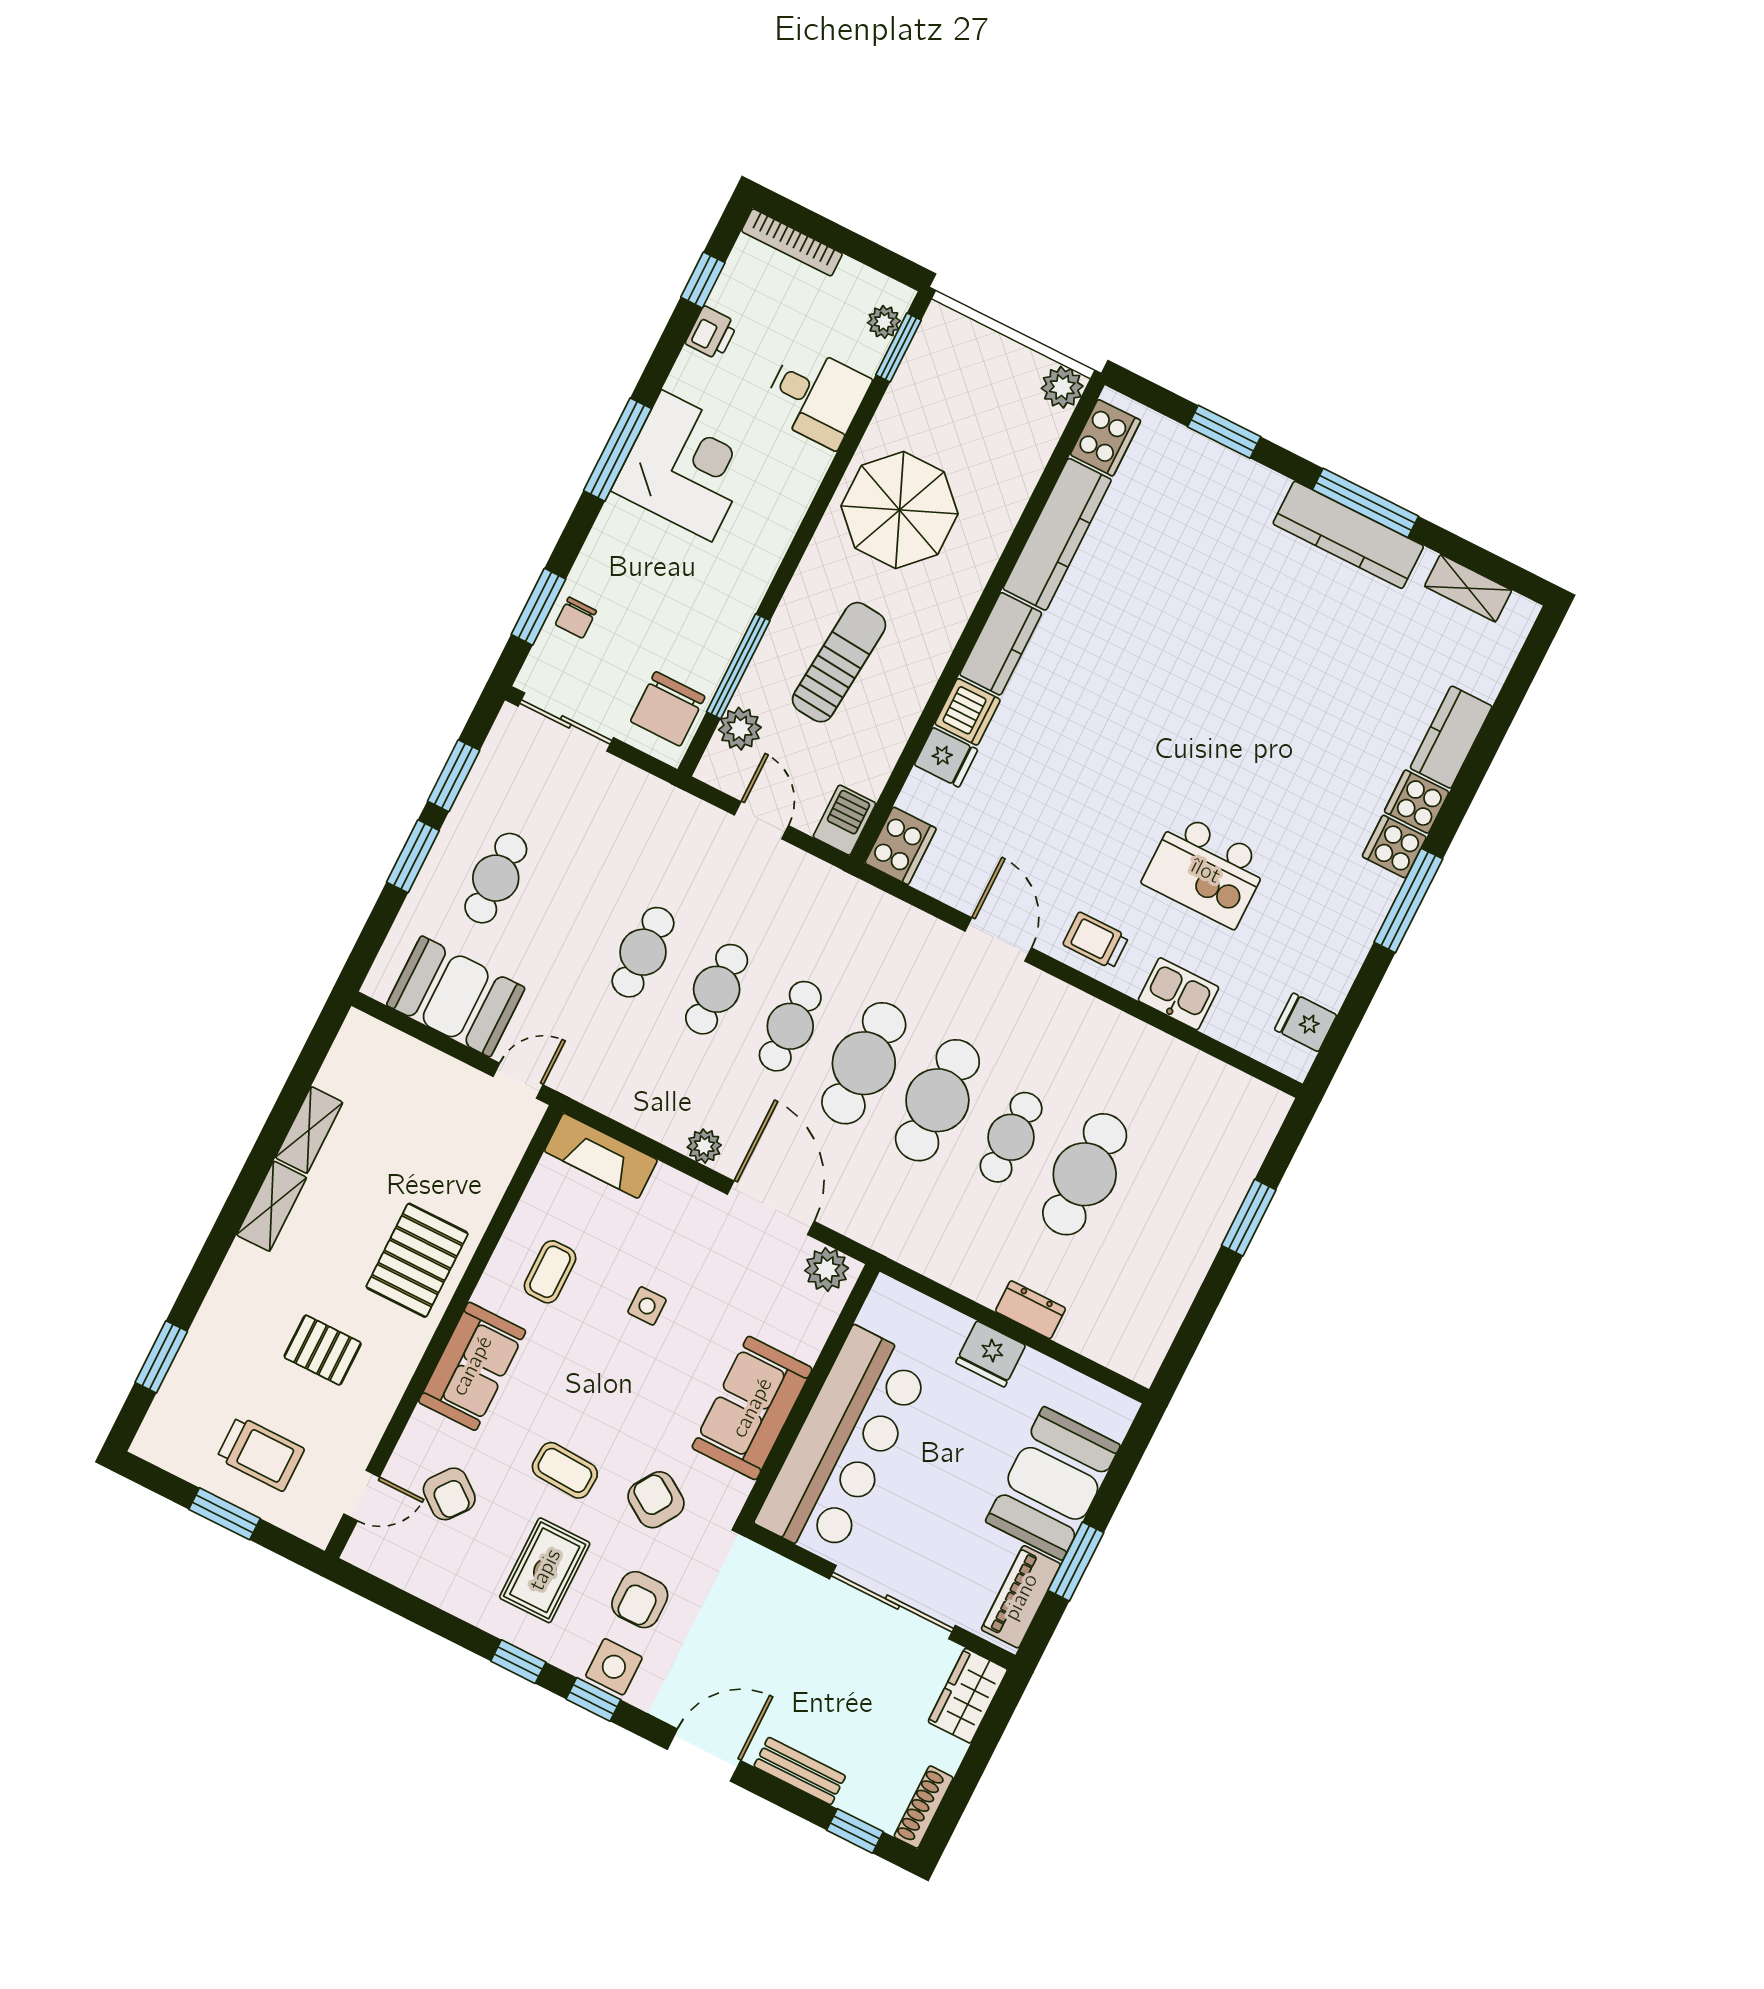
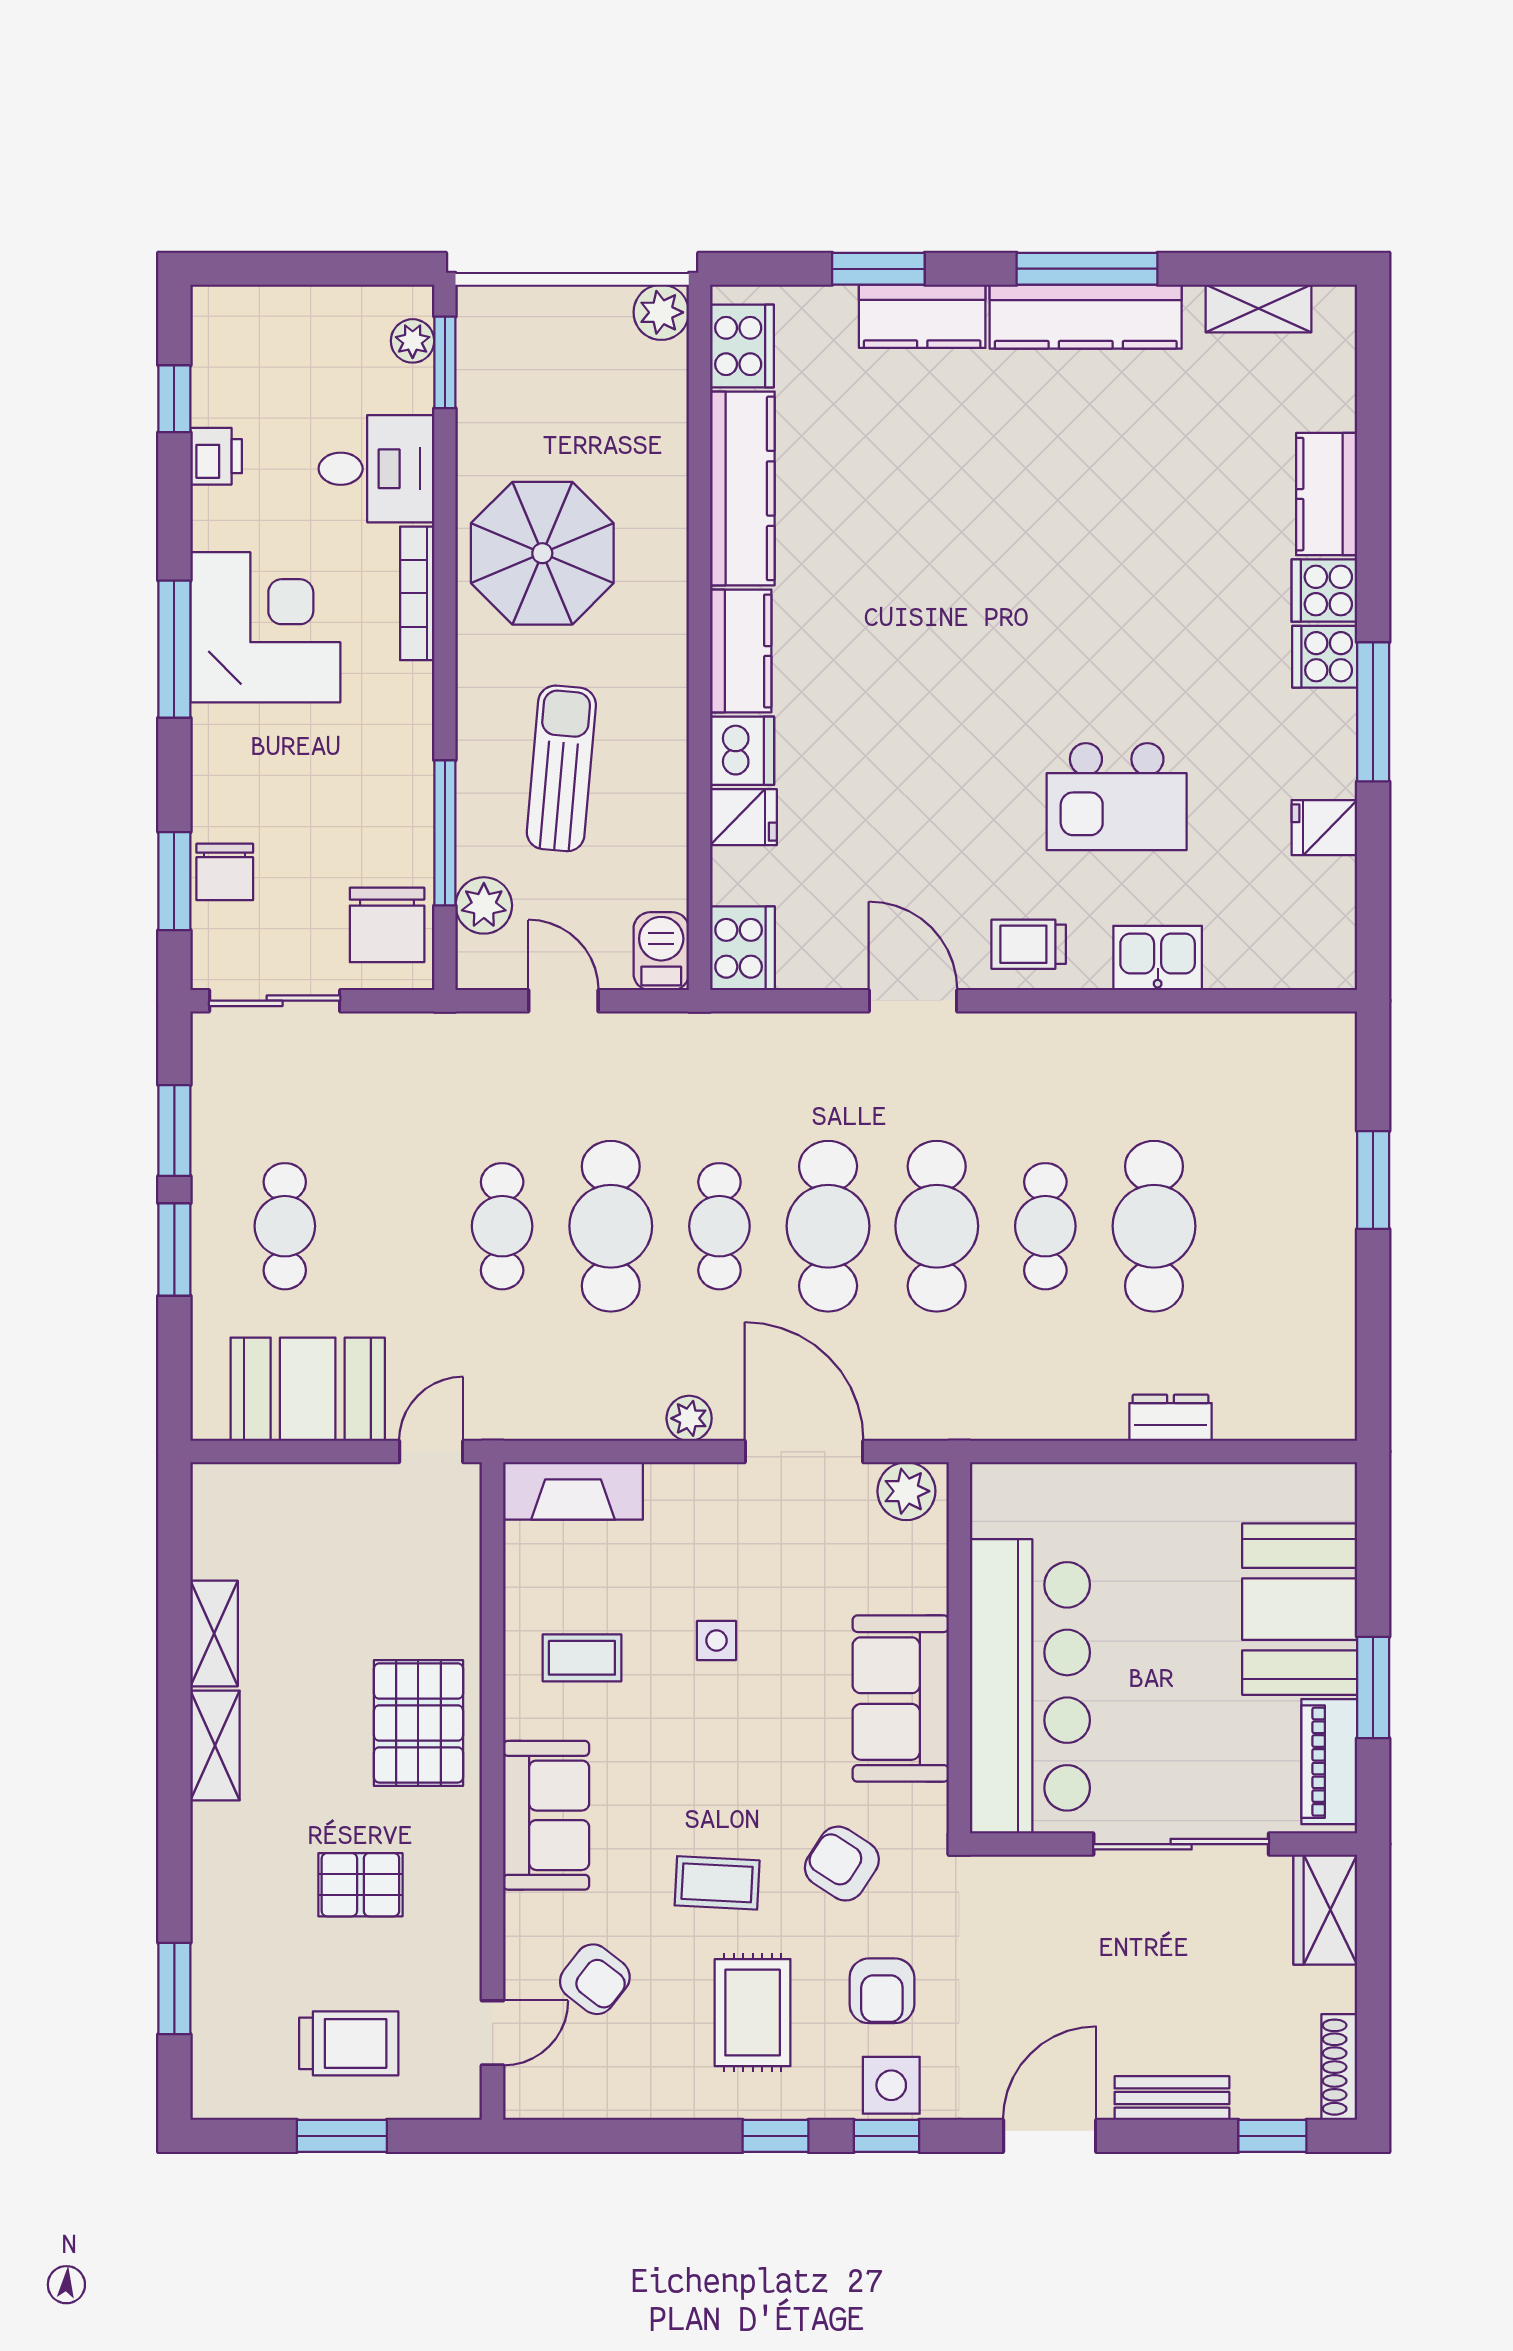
bookcase: (792, 242) -> (417, 593), moved, turned 90
kitchen counter: (1238, 479) -> (922, 316), added
chair: (576, 618) -> (225, 872), width x1.37, depth x1.37
cafe table: (717, 989) -> (611, 1226), width x1.37, depth x1.35
fridge: (1306, 1022) -> (1324, 828), moved
coffee table: (550, 1272) -> (582, 1658), turned 90
fridge: (991, 1354) -> (1150, 1494), removed

